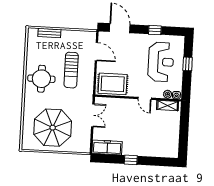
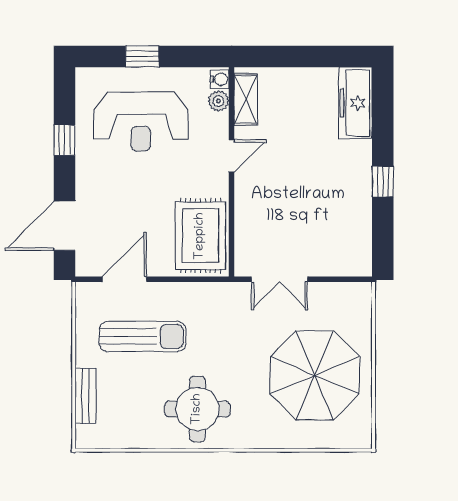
reception desk: (161, 62) -> (141, 122), turned 180
sun lounger: (71, 70) -> (143, 336), moved
double door: (93, 115) -> (280, 279), swing flipped
freezer: (107, 147) -> (355, 103), moved

